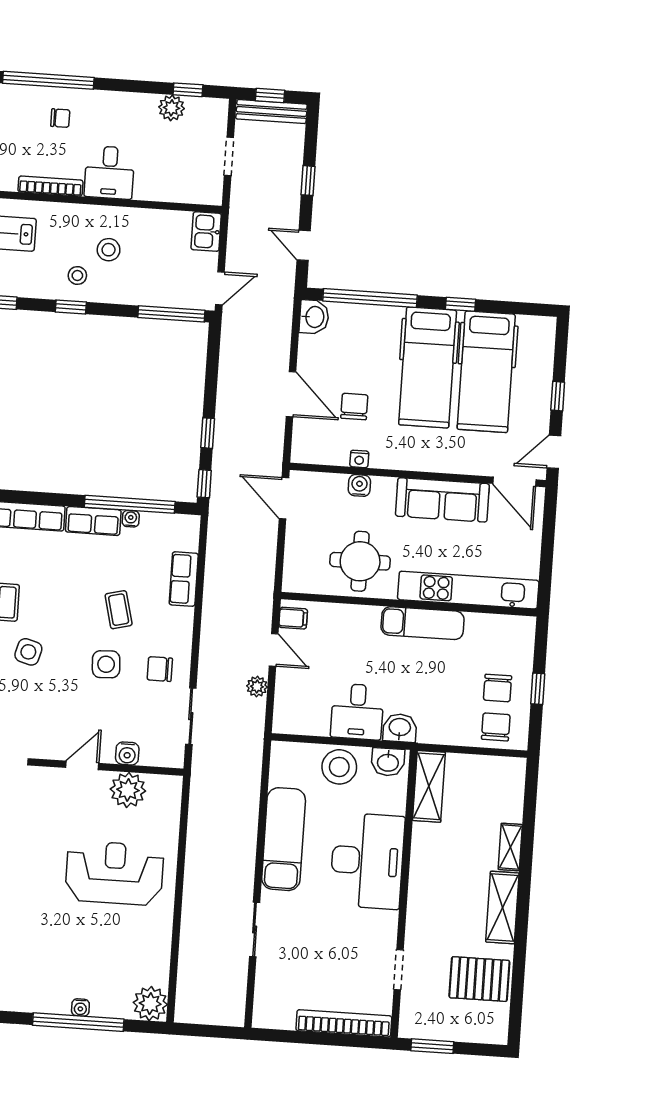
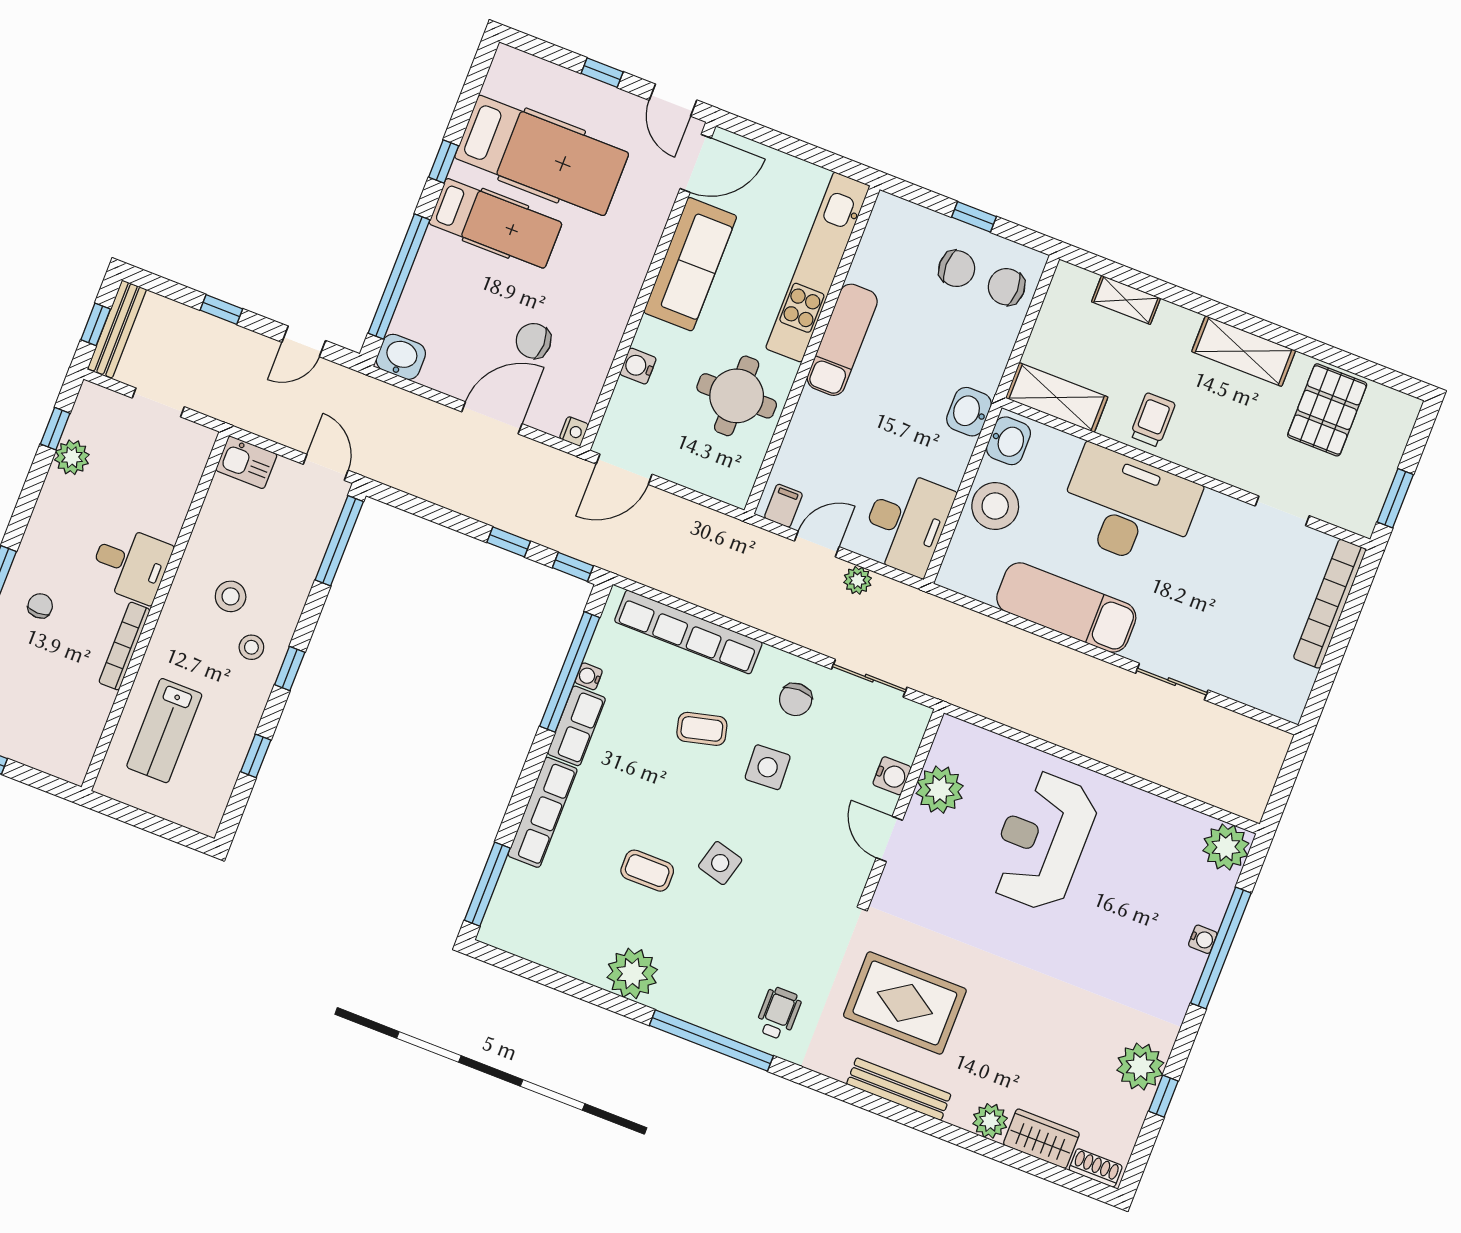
hospital bed: (428, 367) -> (495, 223), width x0.73, depth x0.78
nightstand: (359, 459) -> (574, 431), moved
row of seats: (184, 579) -> (688, 632), width x2.02
desk: (357, 712) -> (906, 523), moved, width x1.37
shelving: (510, 847) -> (1126, 300), moved
trolley: (434, 859) -> (1153, 420), added

